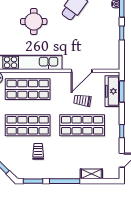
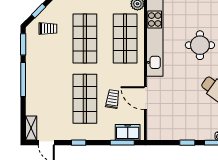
freezer: (112, 91) -> (128, 132), width x0.71
trolley: (38, 151) -> (48, 29), moved
shelving: (91, 174) -> (31, 128), moved

